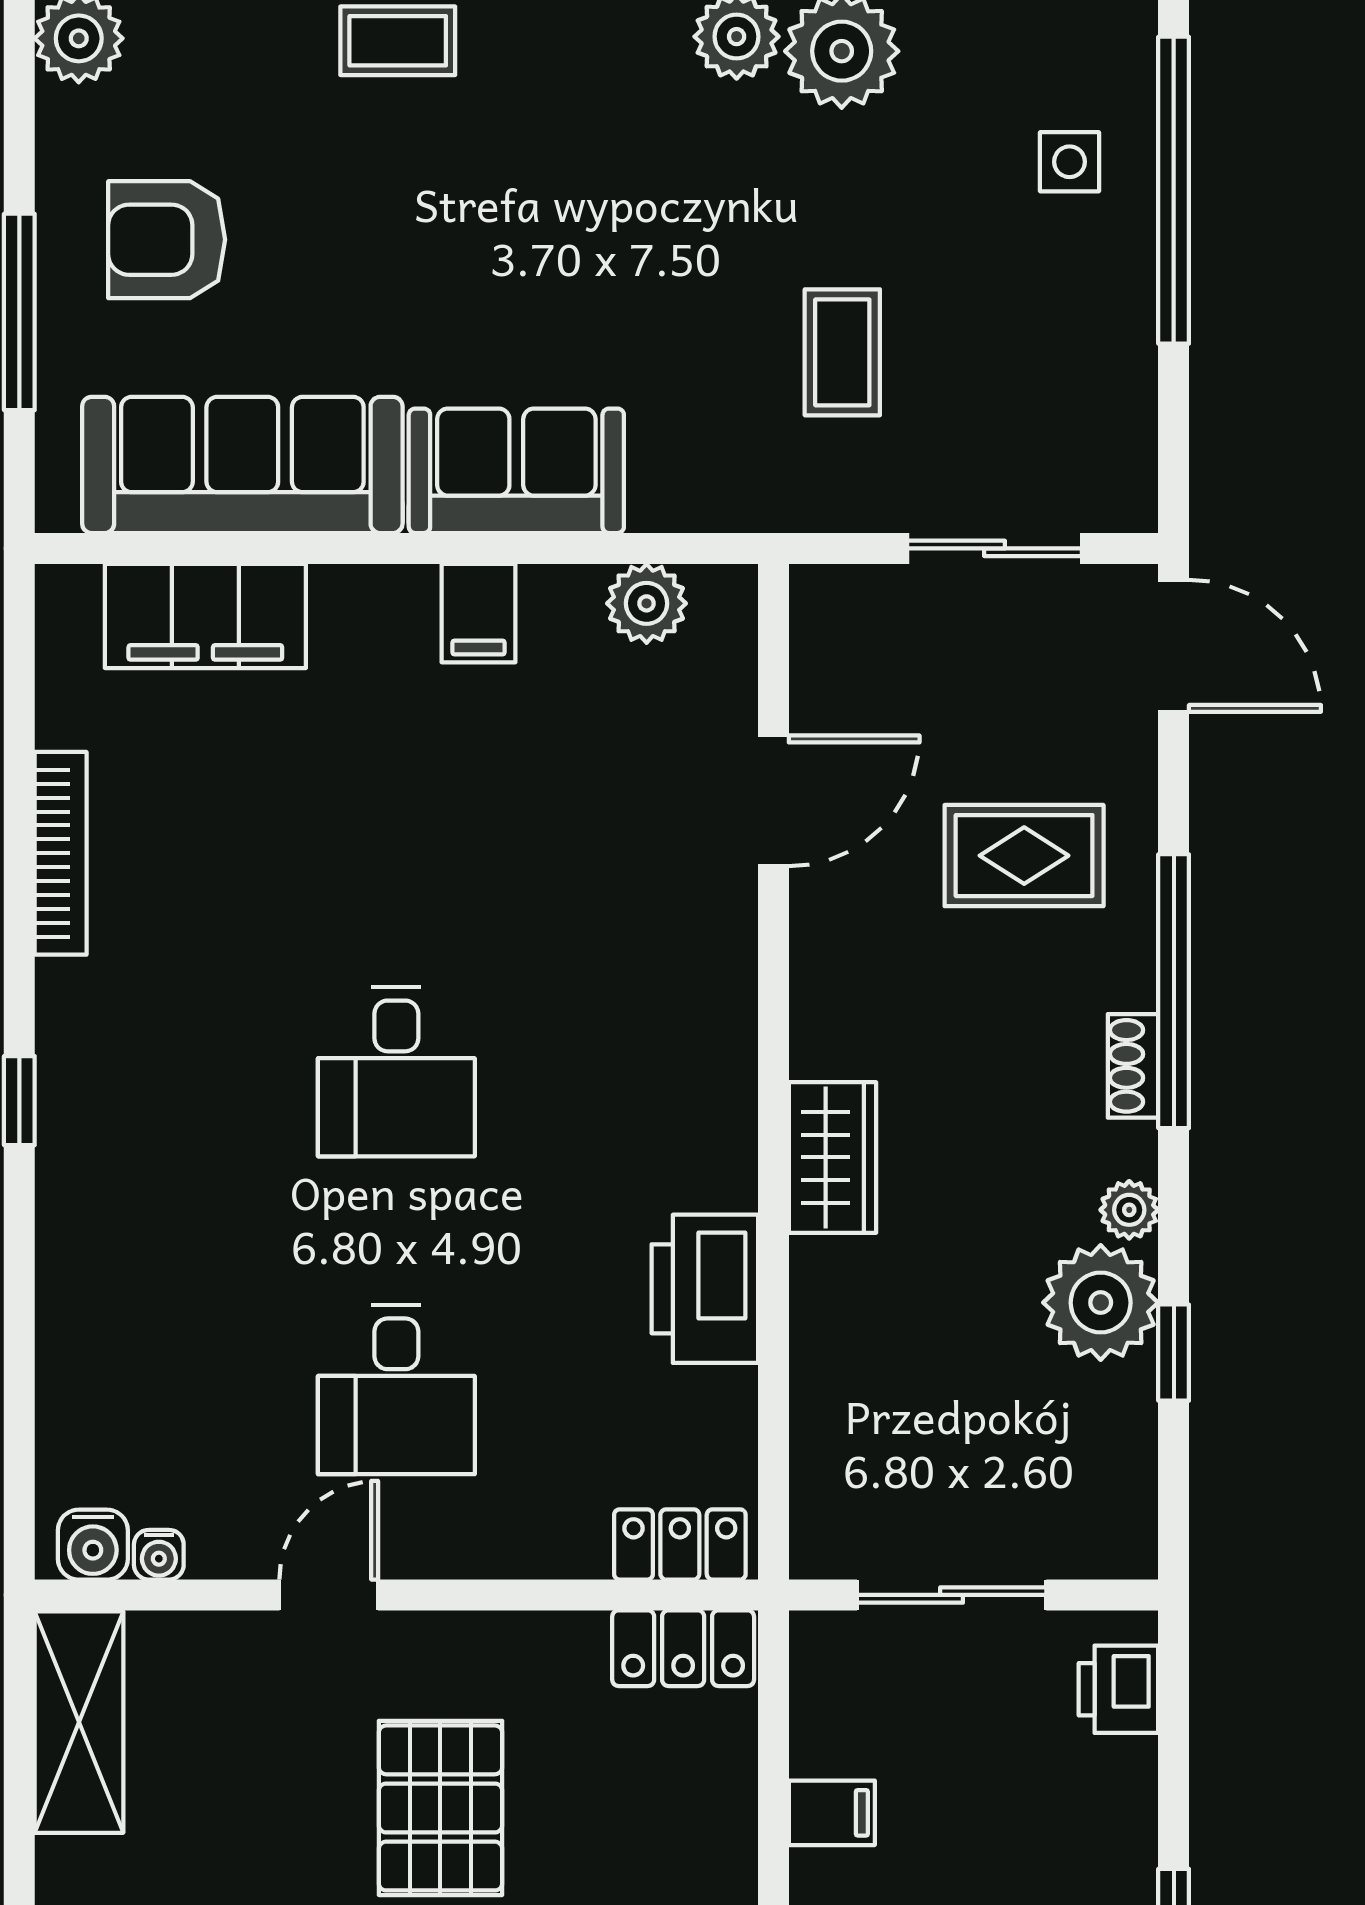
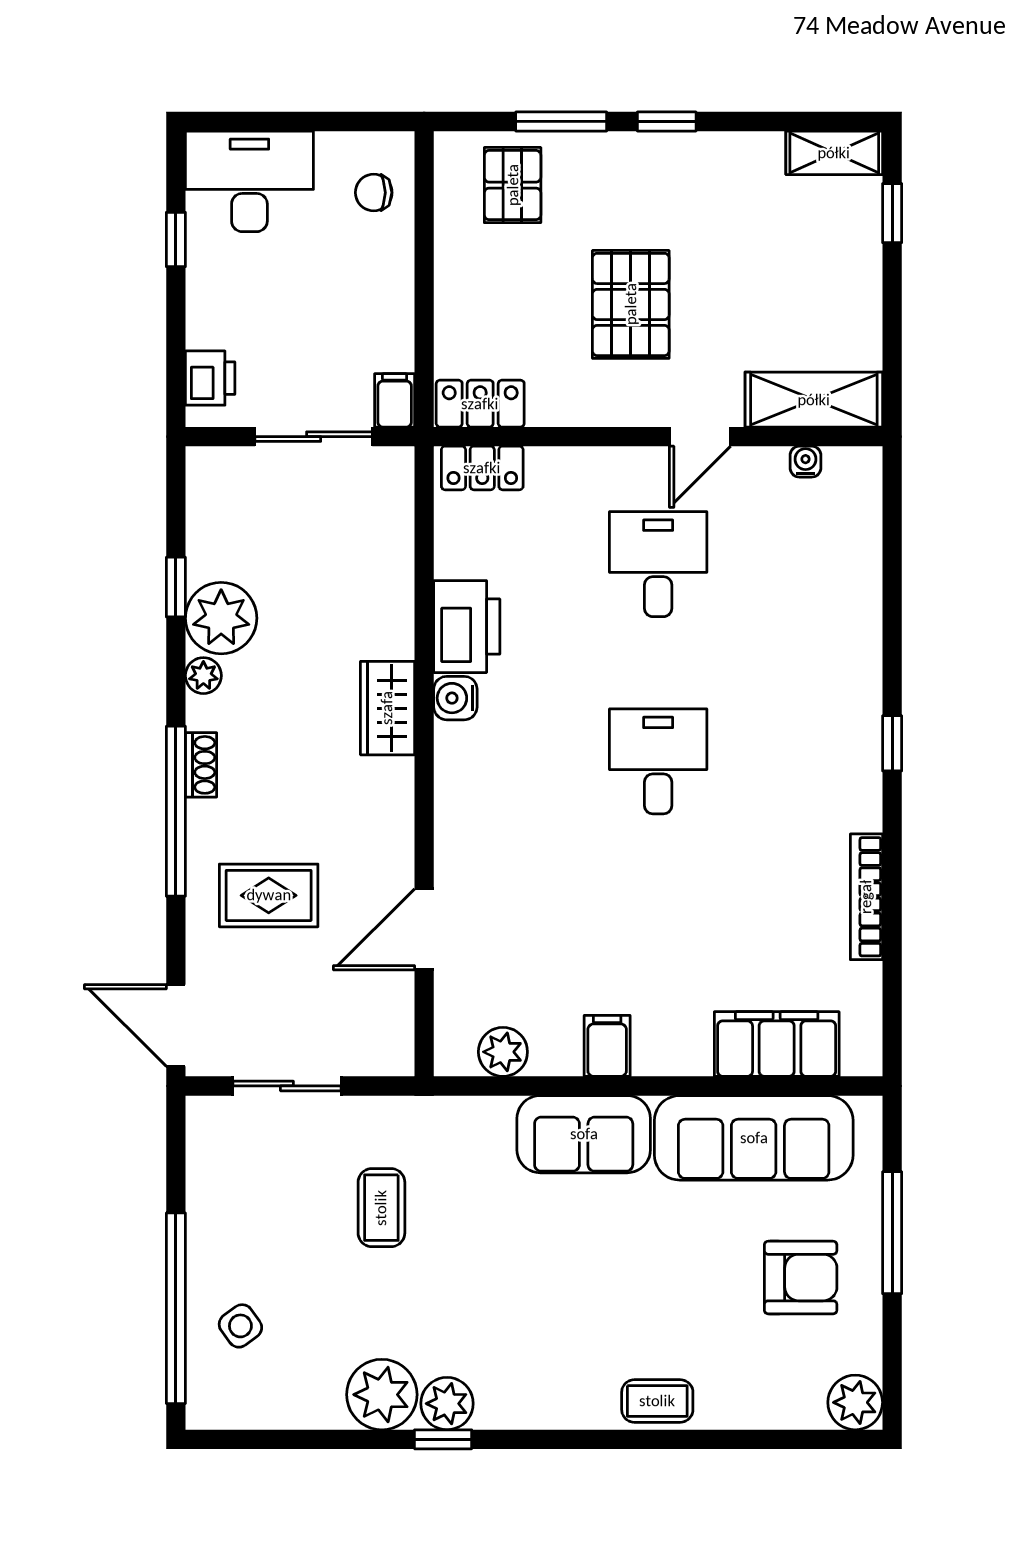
side table: (1070, 162) -> (240, 1326), turned -36
water cooler: (93, 1545) -> (455, 698), moved, turned -90
shelving: (79, 1722) -> (814, 400), moved, turned 90
filing cabinet: (832, 1813) -> (395, 400), moved, turned 90

